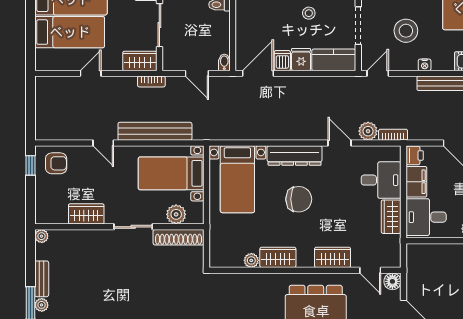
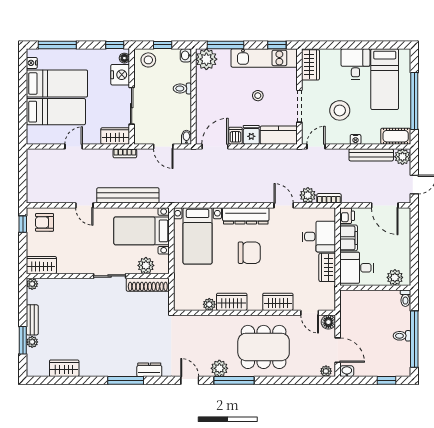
armchair: (56, 163) -> (44, 222), turned 180
wardrobe: (86, 214) -> (41, 265), moved

